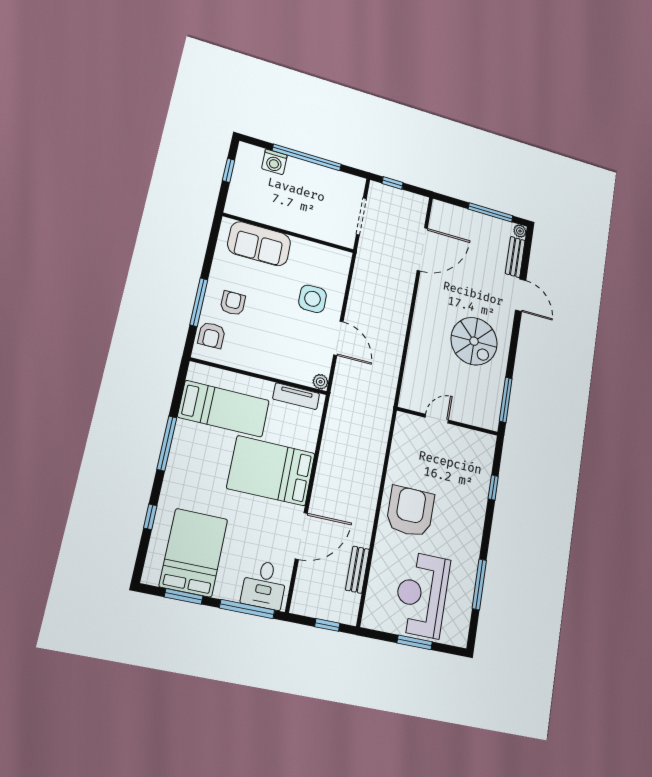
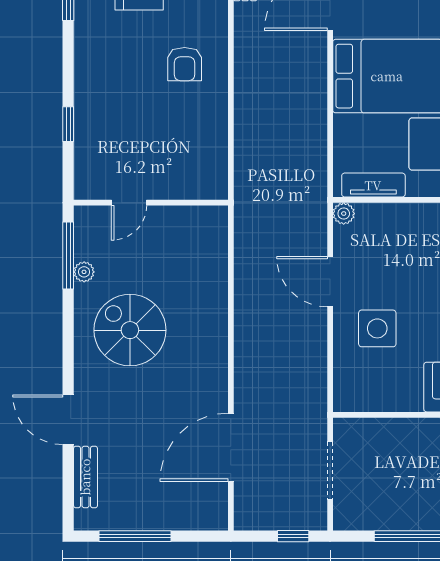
plant: (520, 231) -> (84, 272), moved
door: (437, 419) -> (129, 203), moved
armchair: (410, 511) -> (185, 64), width x0.53, depth x0.53

